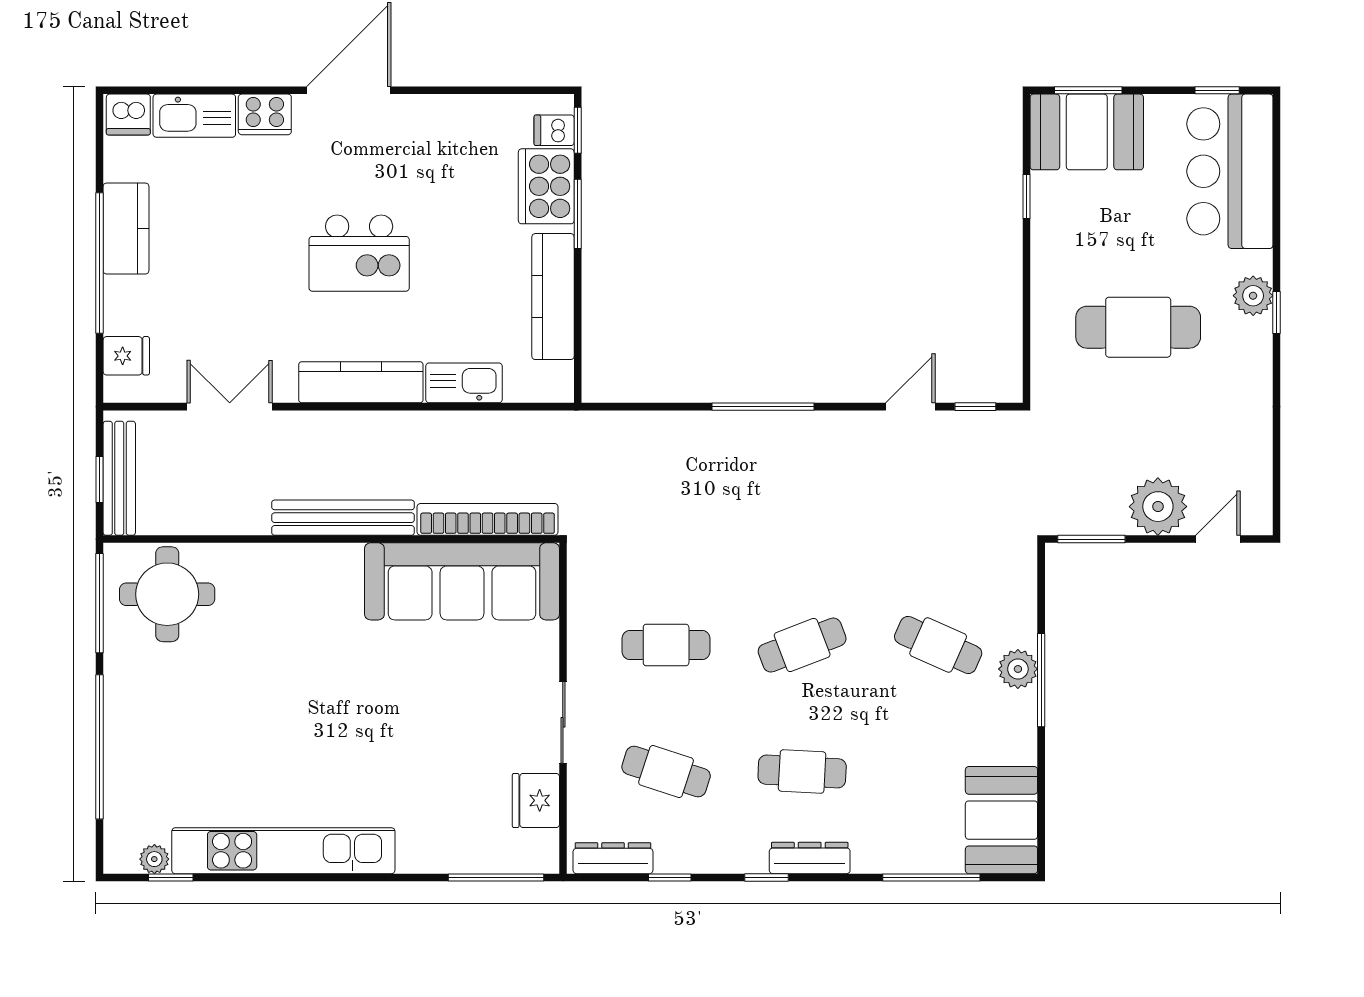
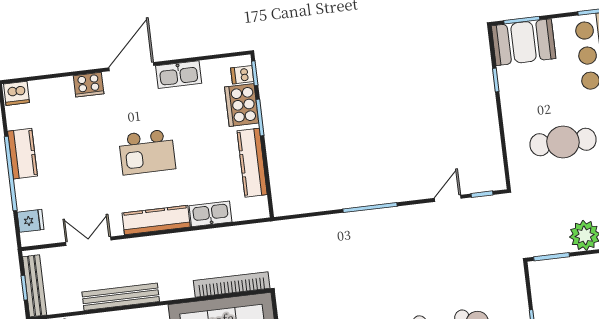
kitchen sink: (194, 116) -> (179, 75), moved
bench: (343, 518) -> (121, 297), moved

